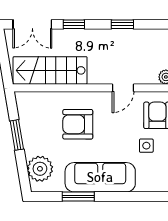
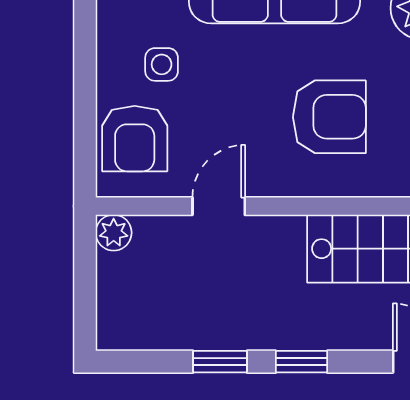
window: (74, 24) -> (301, 362), moved

